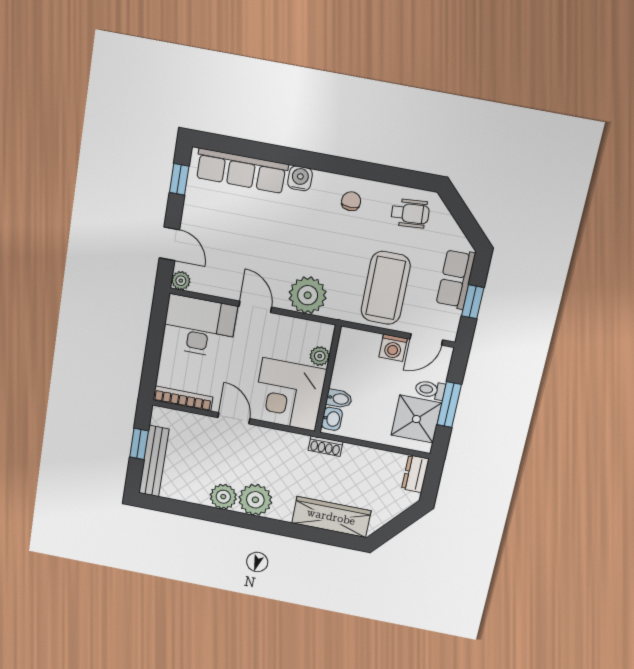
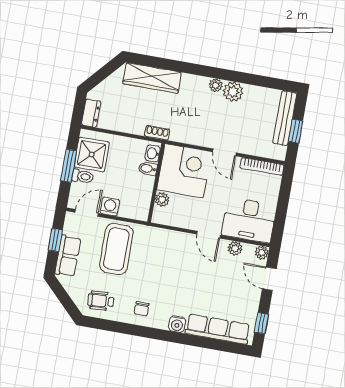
plant: (308, 295) -> (235, 248), moved, width x0.53, depth x0.53
plant: (255, 500) -> (216, 85), width x0.53, depth x0.53

